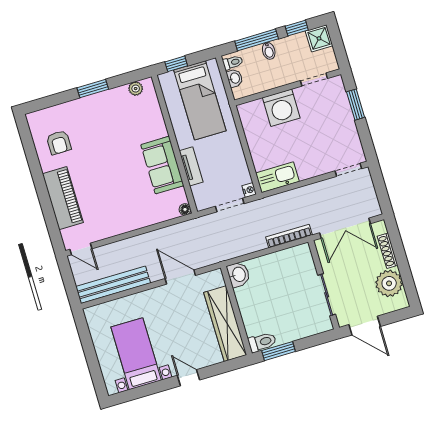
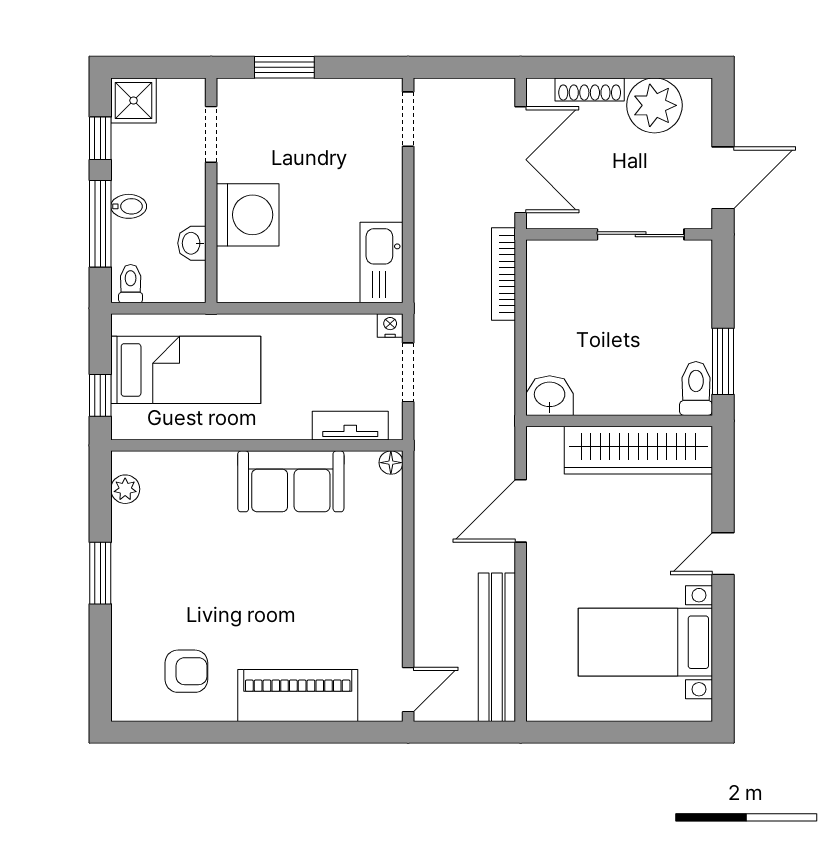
washbasin: (235, 78) -> (192, 243), moved, turned -90
tv unit: (191, 166) -> (350, 426), moved

